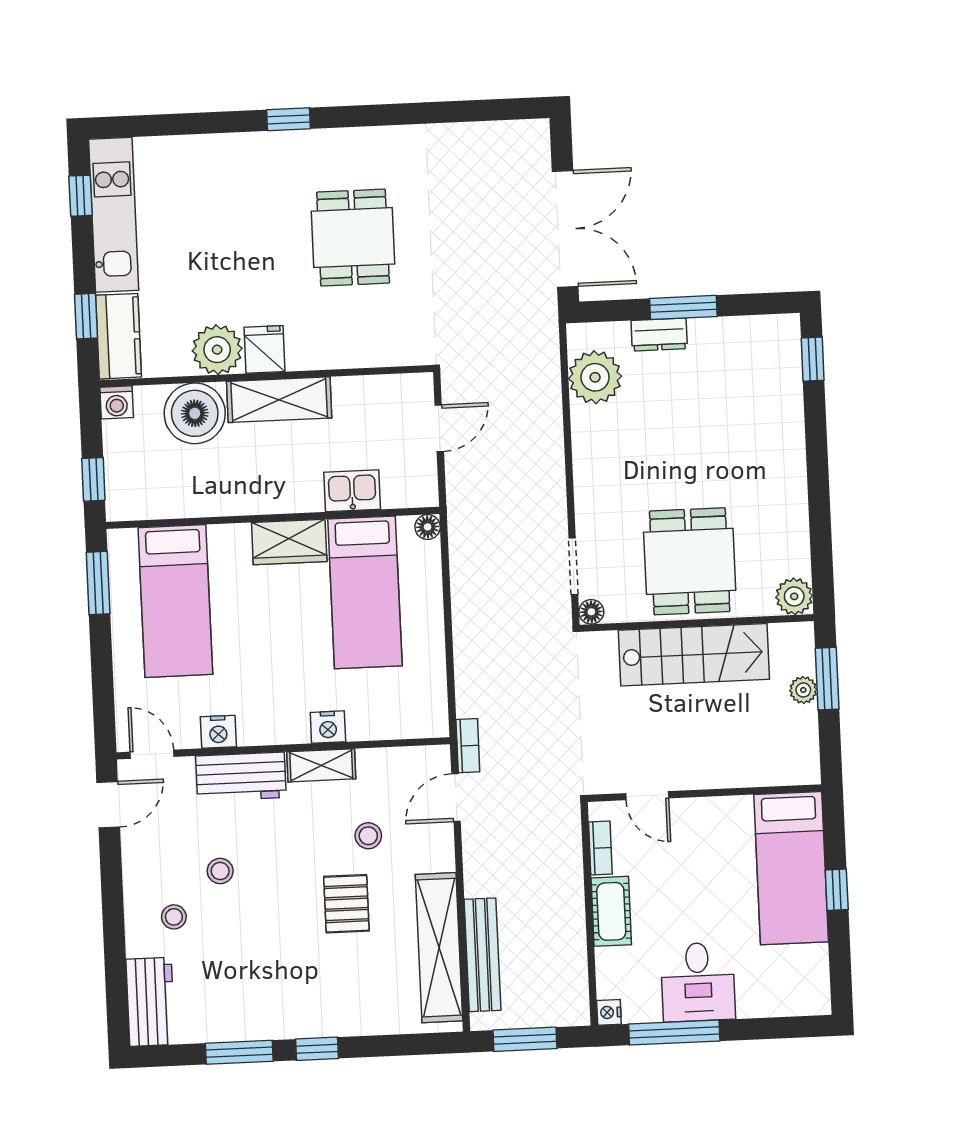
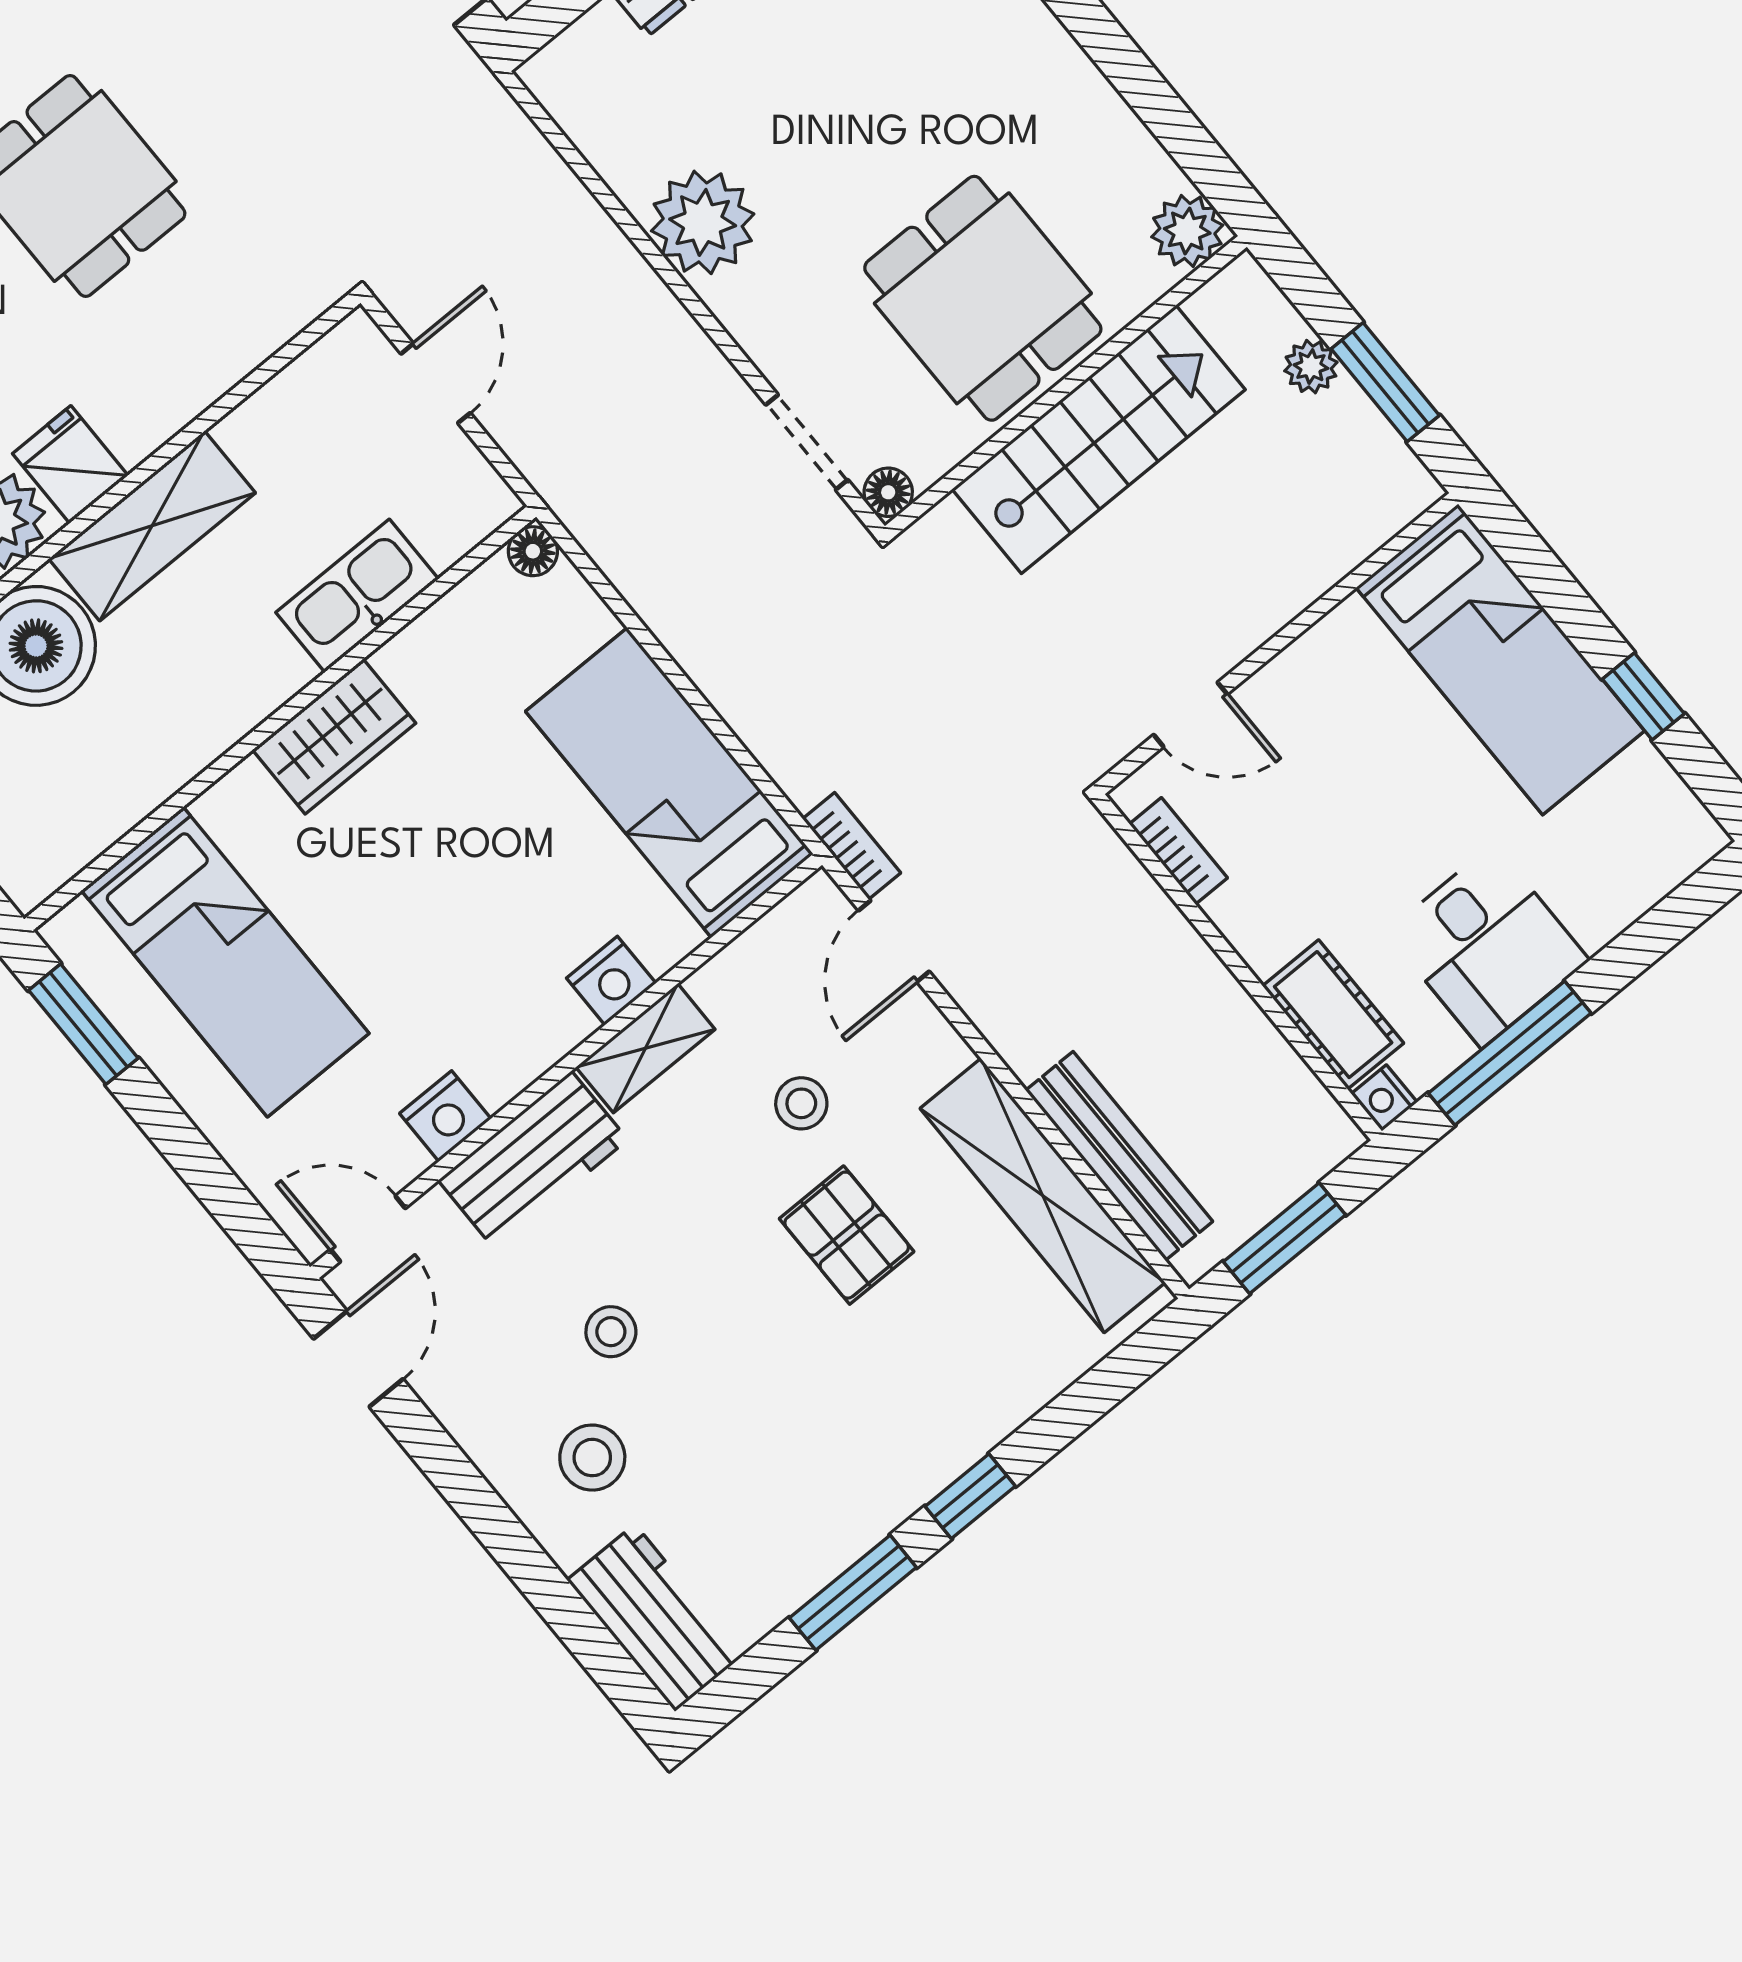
plant: (595, 377) -> (703, 222), moved
kitchen sink: (352, 491) -> (357, 596), width x1.38
bed: (365, 592) -> (669, 783), moved, turned 180
window: (827, 679) -> (1385, 382), moved
window: (837, 890) -> (1643, 696), moved
cot: (611, 911) -> (1333, 1015), moved
stool: (174, 917) -> (592, 1458), width x1.37, depth x1.37

